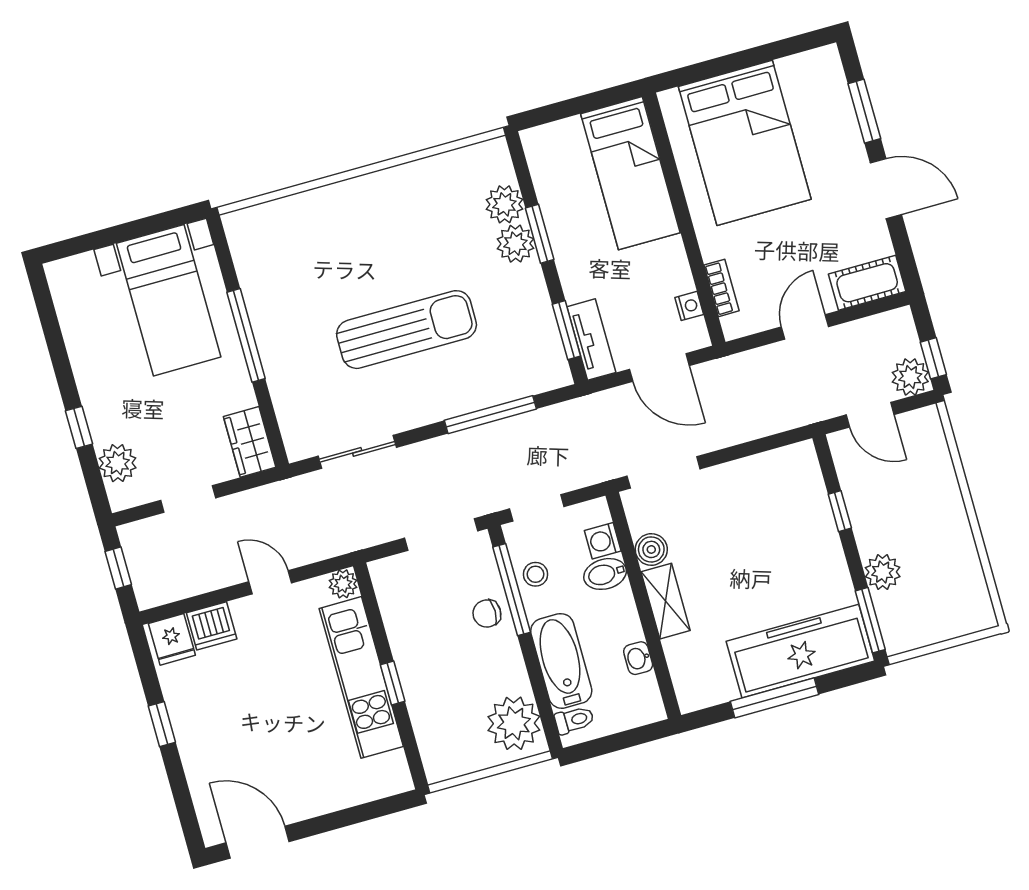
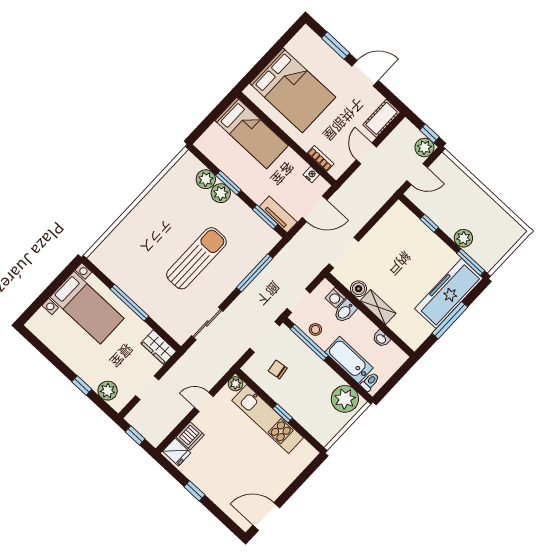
chair: (487, 613) -> (278, 369), moved, turned 82

